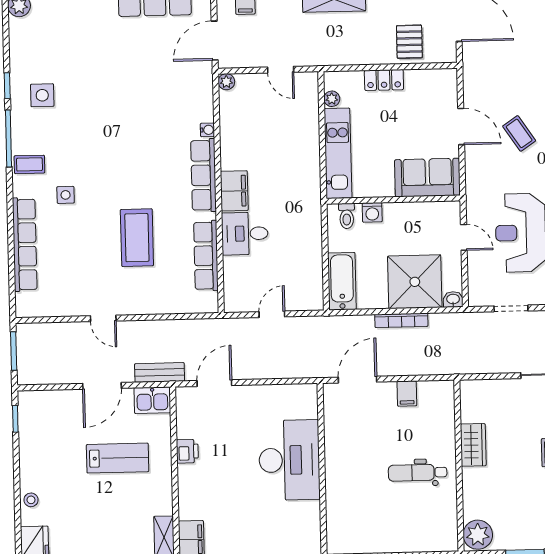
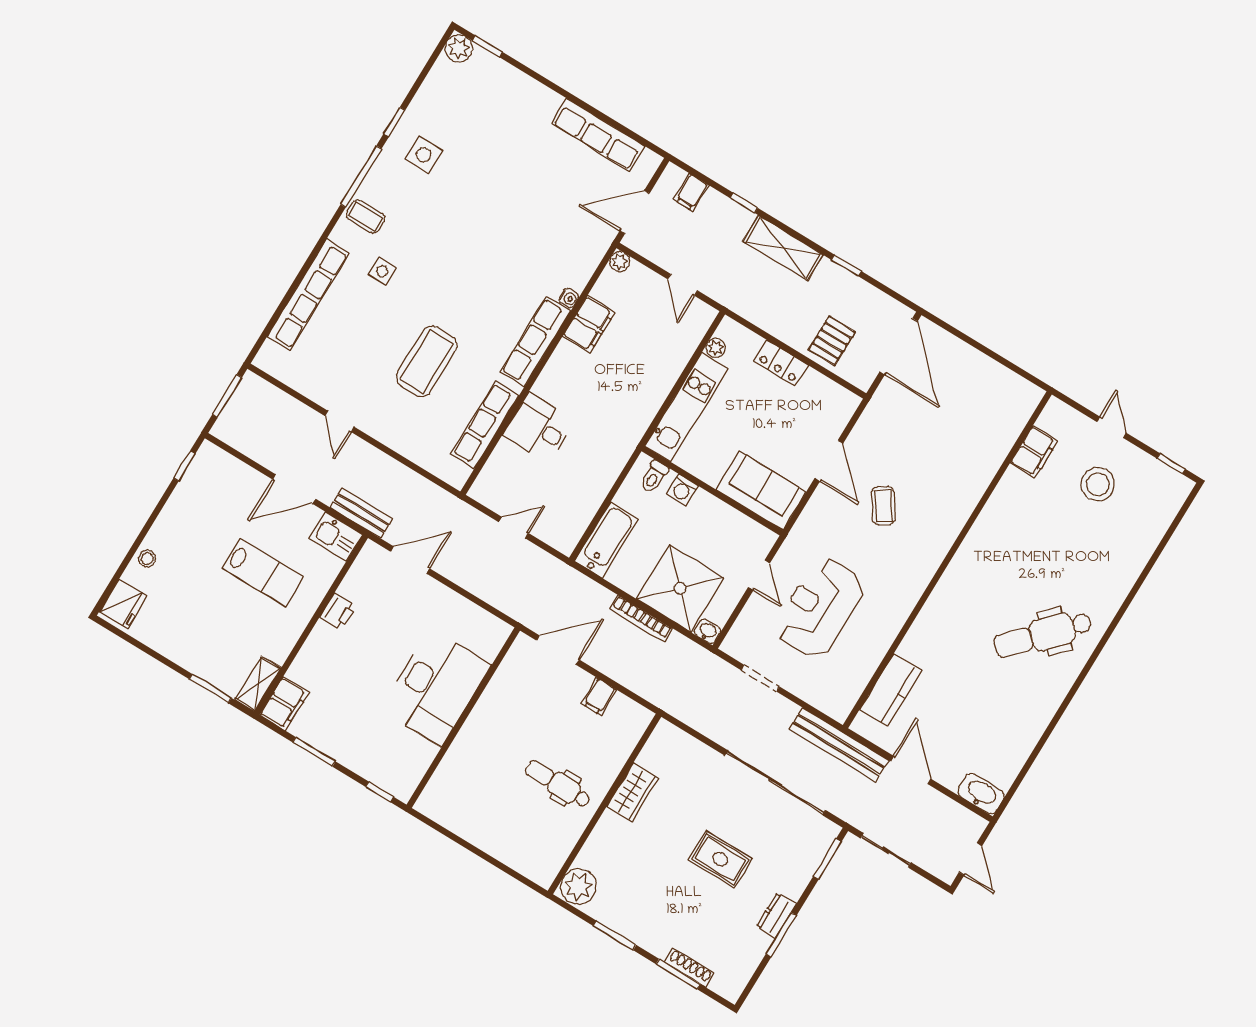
filing cabinet: (234, 191) -> (589, 324), moved

